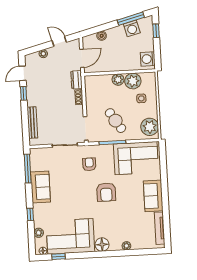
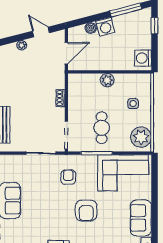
washing machine: (132, 28) -> (105, 27), moved
dresser: (77, 80) -> (59, 78), removed
plant: (133, 81) -> (124, 83), removed
cafe table: (115, 121) -> (102, 128), turned 33

